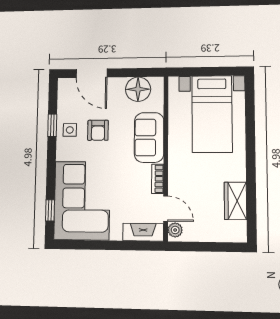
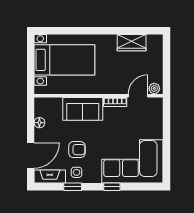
floor lamp: (138, 89) -> (39, 123), width x0.53, depth x0.53
window: (50, 210) -> (112, 187), moved
fireplace: (143, 232) -> (50, 176), moved, turned 90

